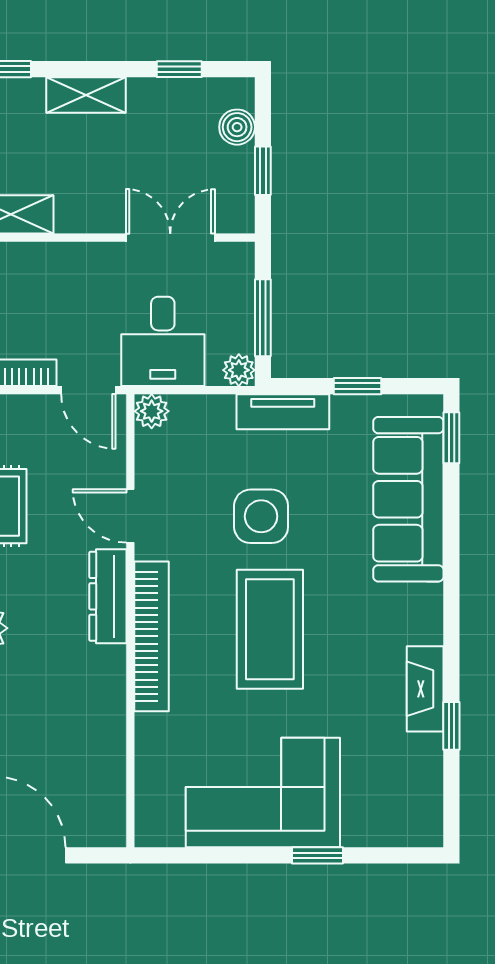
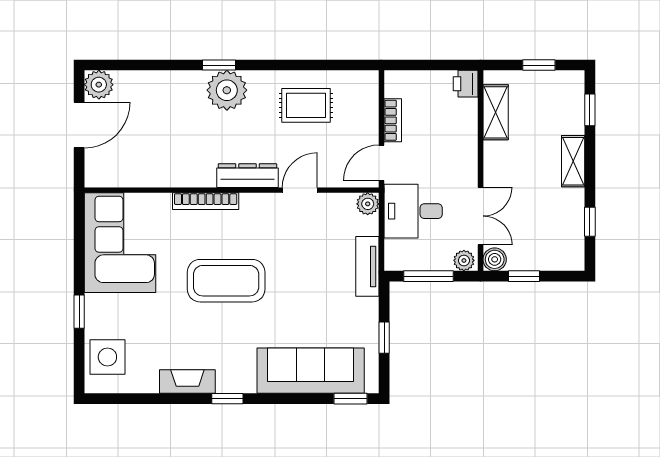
boiler: (237, 127) -> (495, 259), moved
plant: (239, 370) -> (464, 260), moved
tv unit: (283, 412) -> (367, 266), moved
side table: (261, 516) -> (107, 357), moved
bookcase: (152, 636) -> (206, 201), width x0.68, depth x0.76
window: (451, 726) -> (227, 399), moved
corner sofa: (263, 792) -> (120, 243), moved

